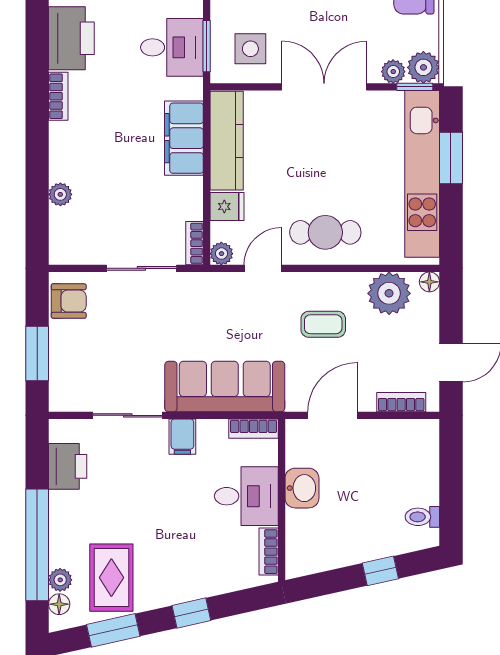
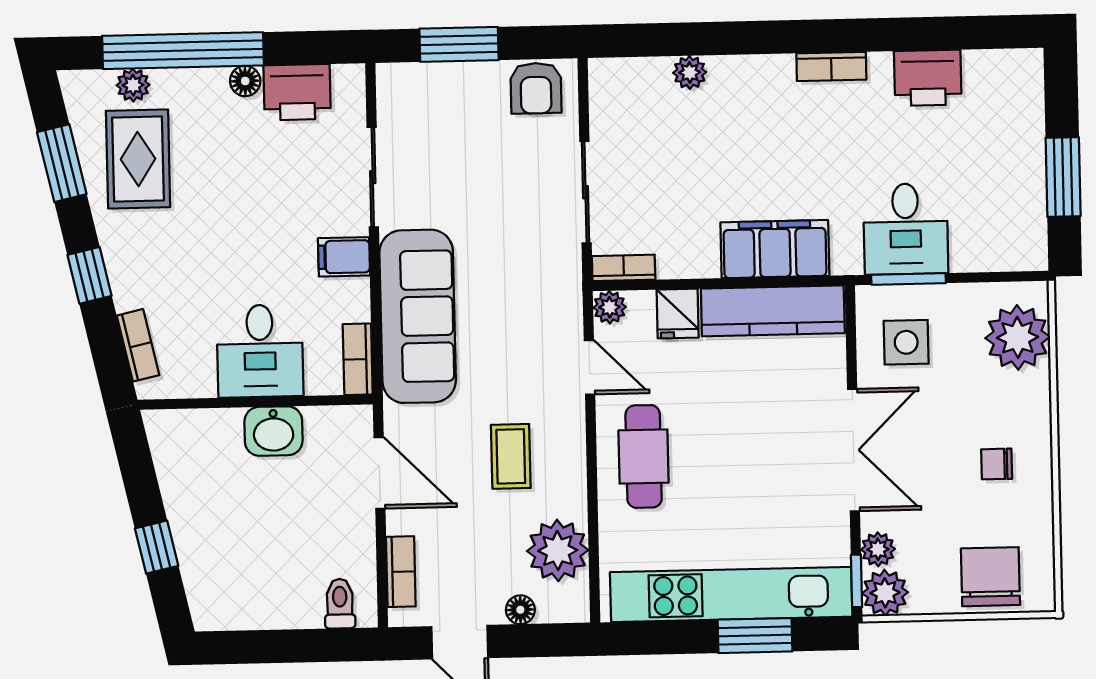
printer: (71, 38) -> (928, 78), width x0.73, depth x0.84
floor lamp: (429, 282) -> (520, 610), moved
toilet: (422, 517) -> (340, 604), moved
bookcase: (269, 552) -> (138, 345), moved, turned 77
rug: (111, 578) -> (138, 159), turned 90
floor lamp: (59, 604) -> (245, 81), moved

